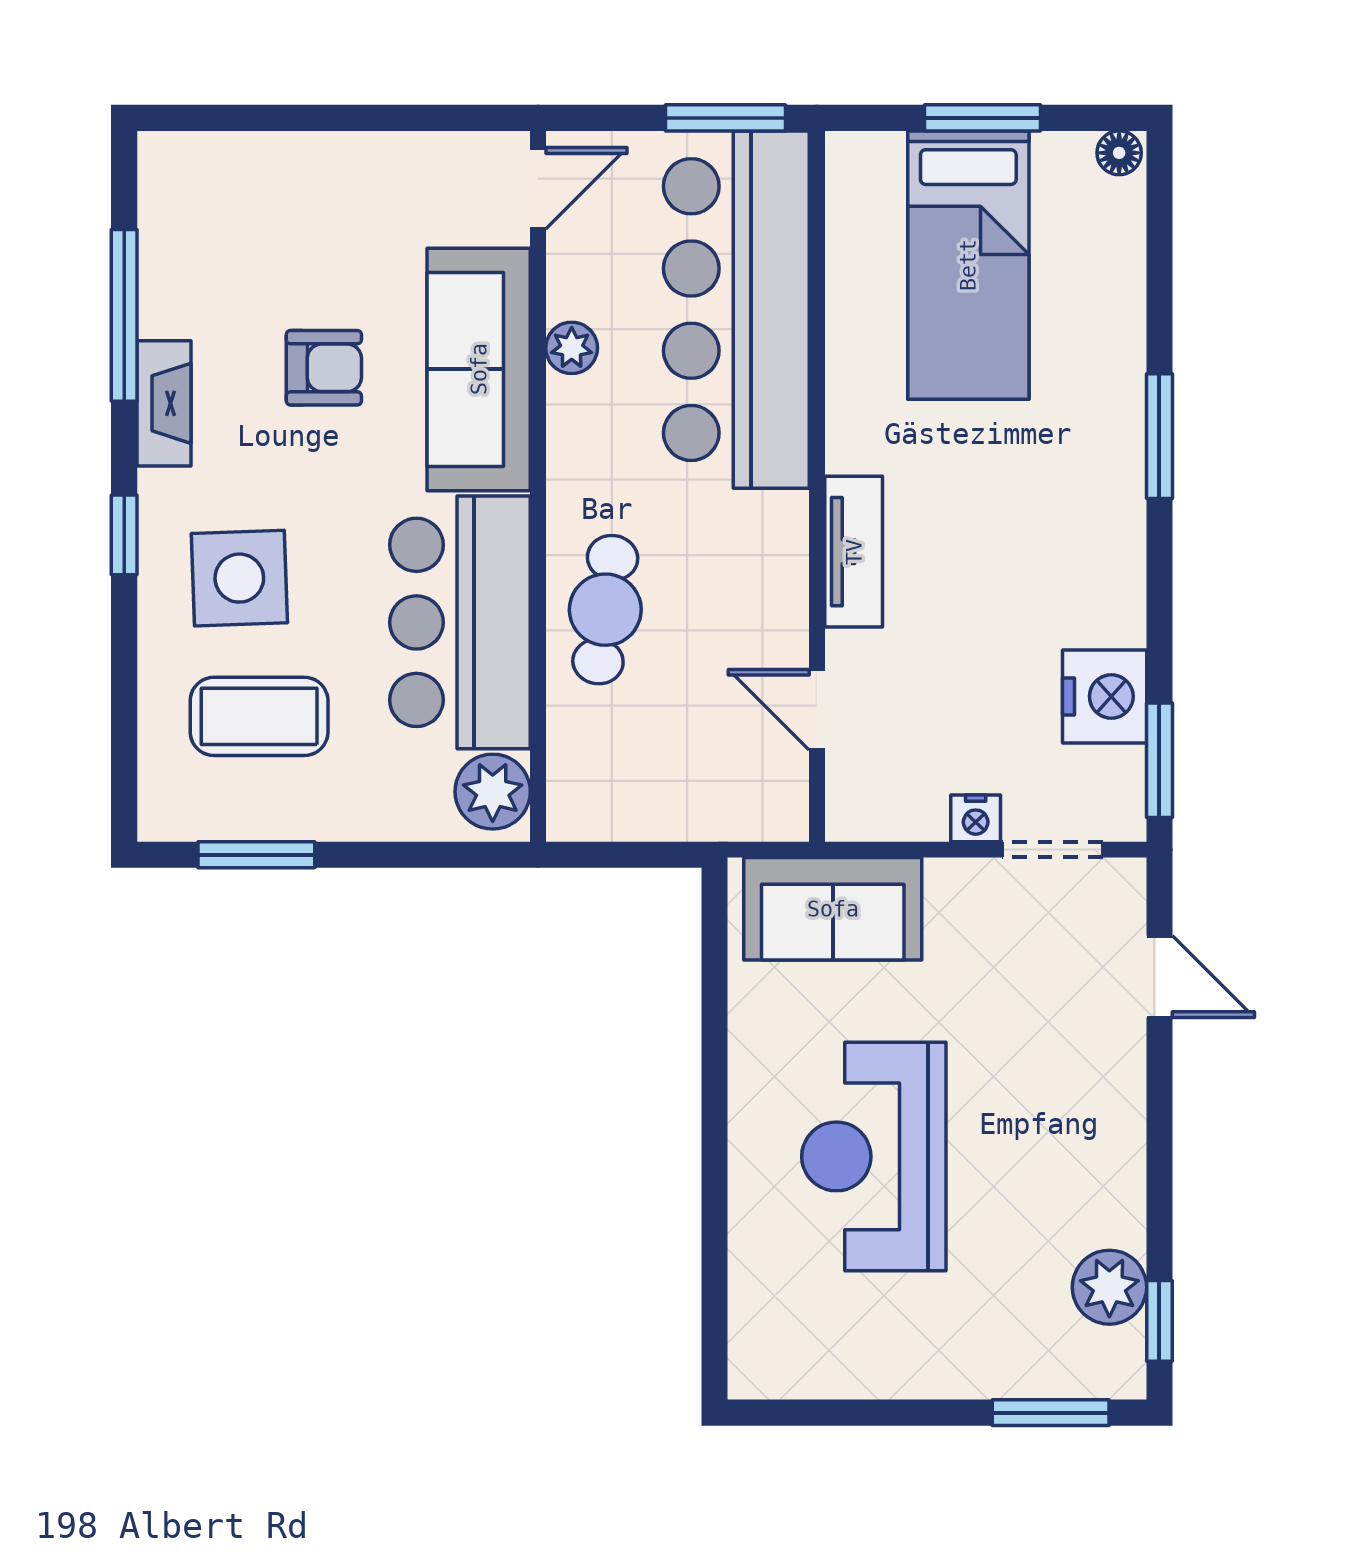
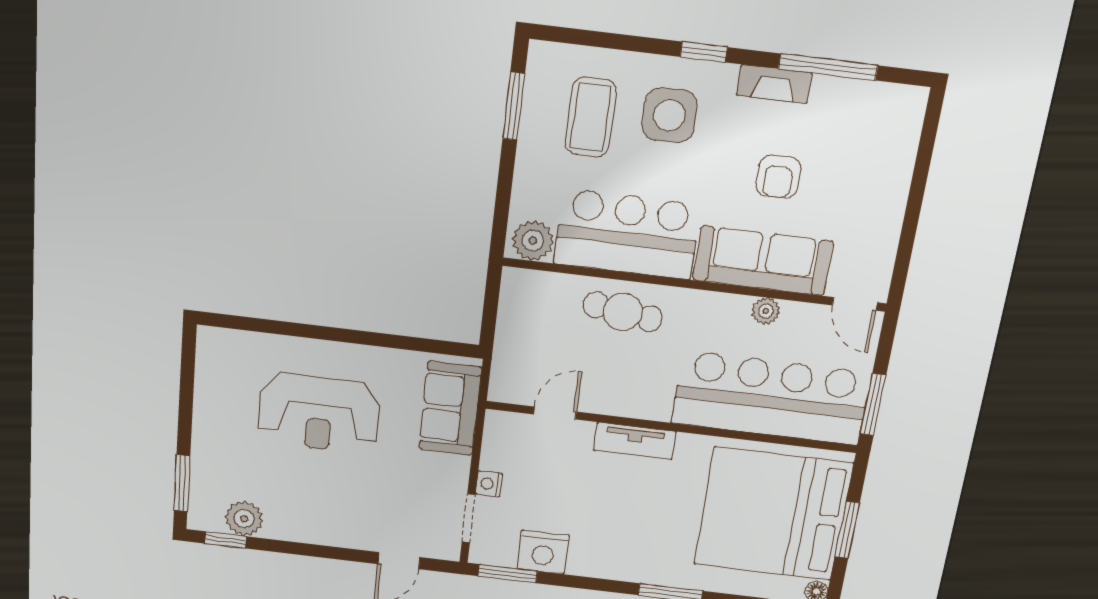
bed: (968, 265) -> (773, 514), width x2.04
reception desk: (874, 1156) -> (319, 413), turned 180

